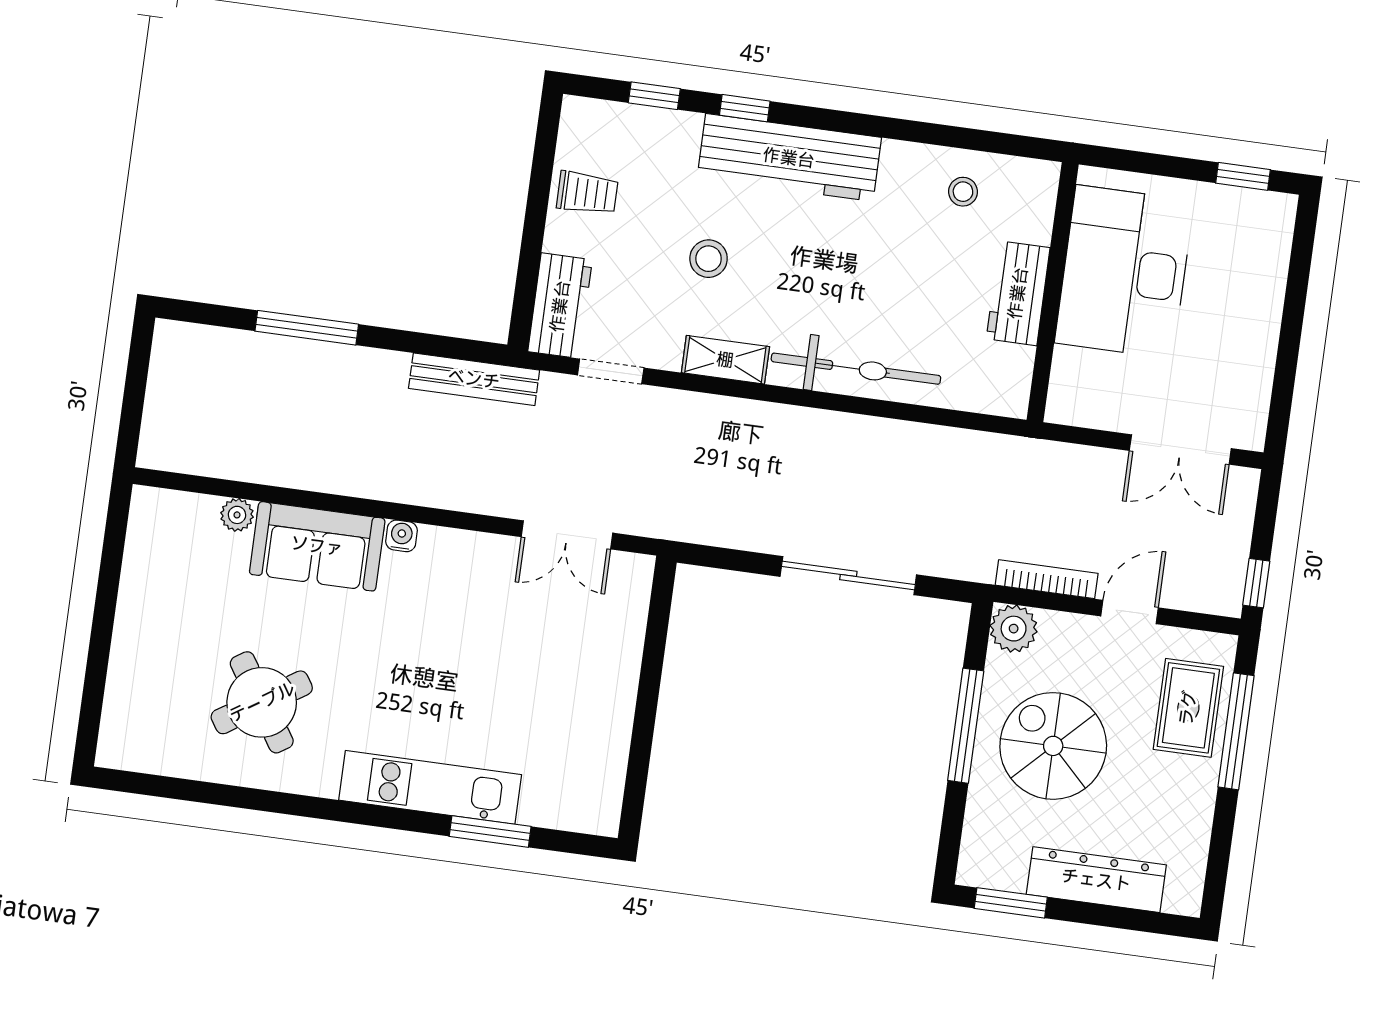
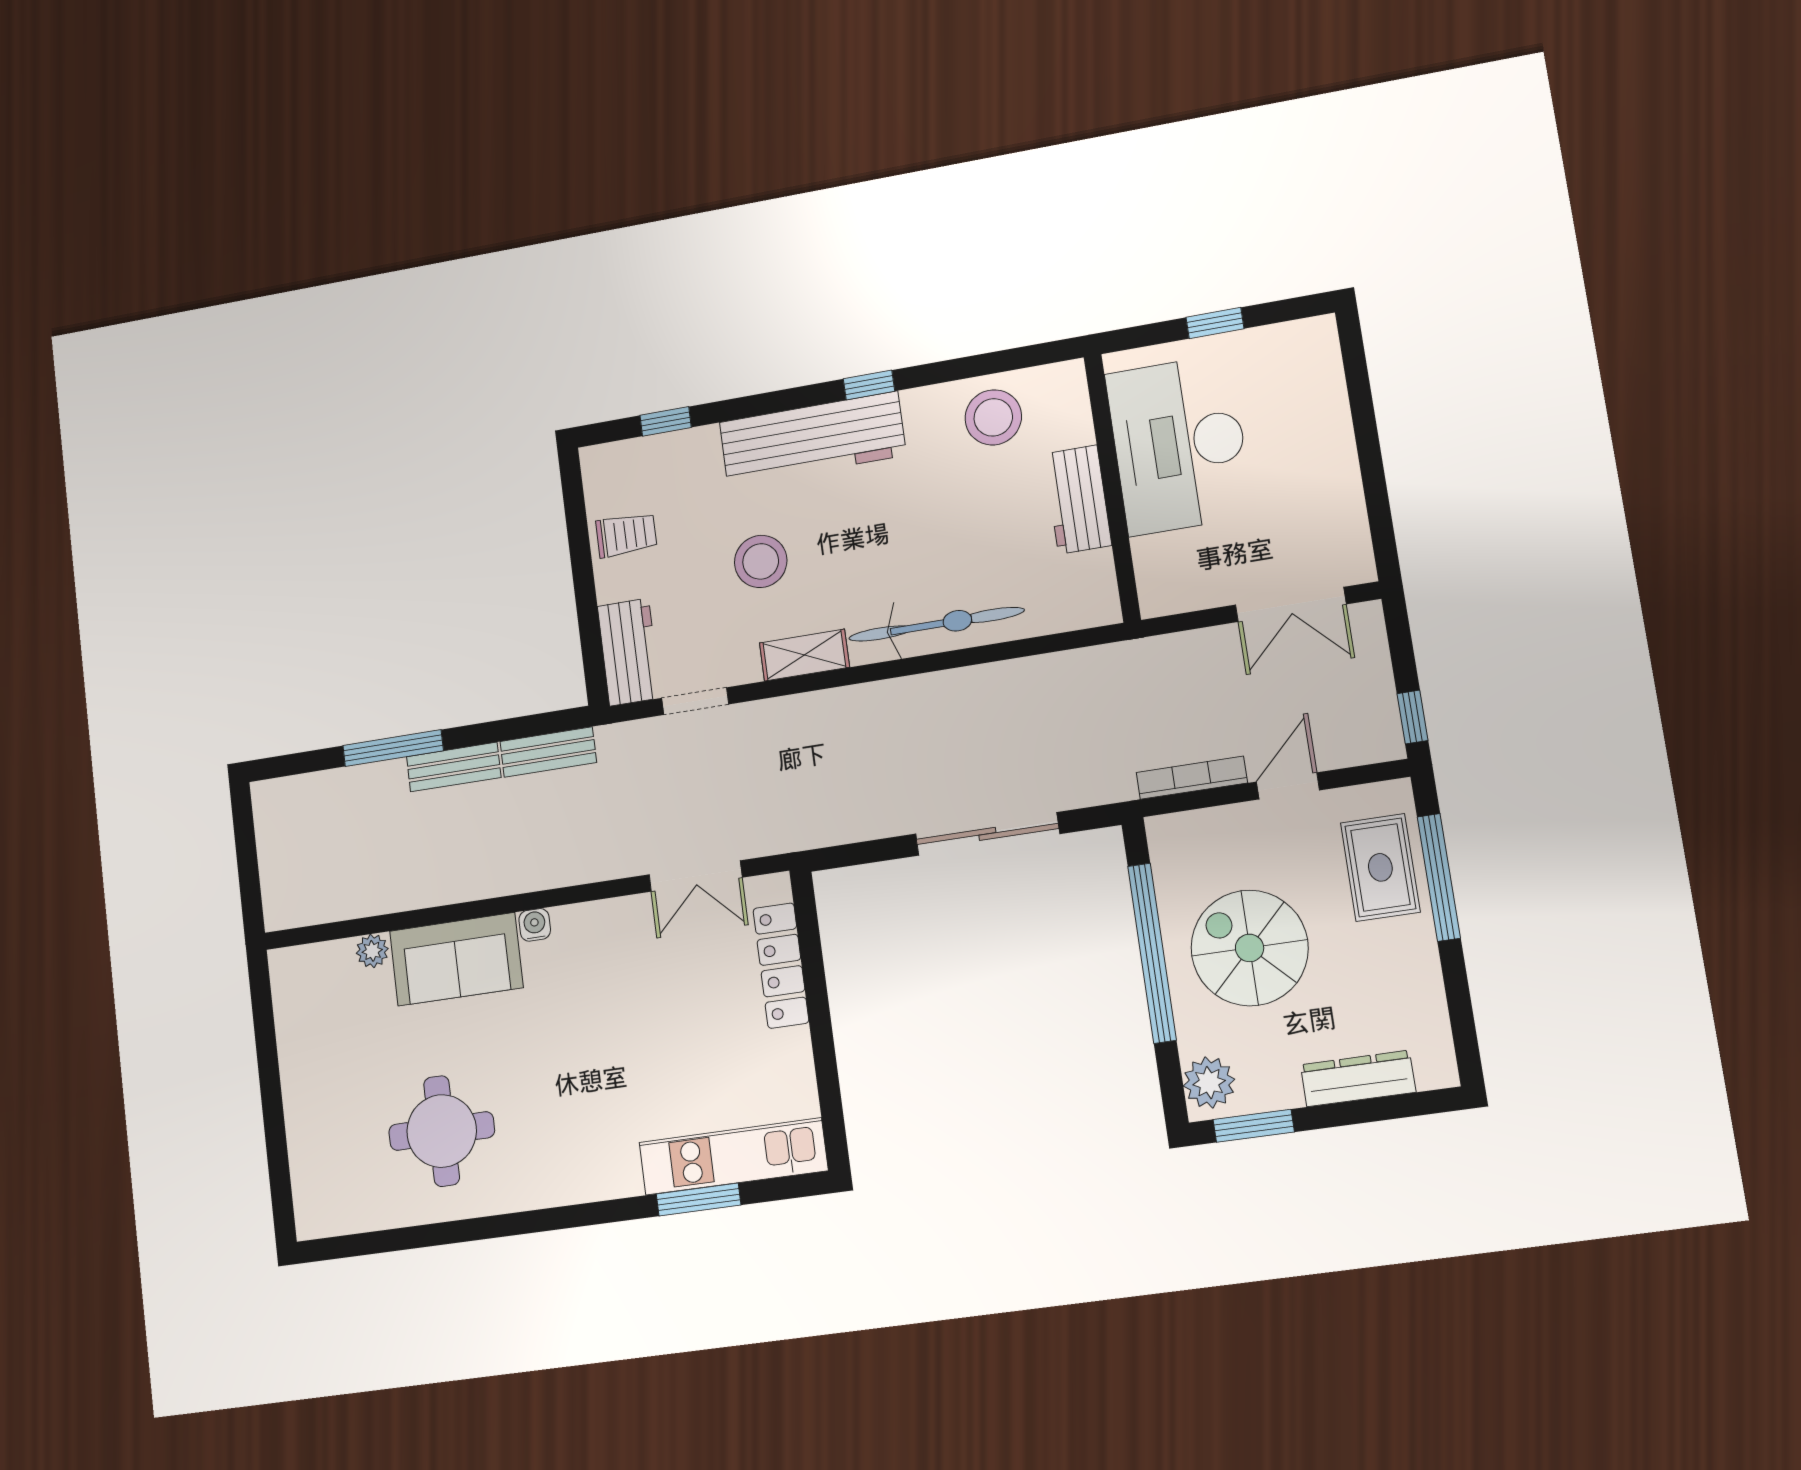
window: (745, 108) -> (869, 385), moved
window: (1243, 176) -> (1215, 323), moved
stool: (963, 192) -> (993, 417), width x1.89, depth x1.89
stool: (709, 259) -> (761, 561), width x1.38, depth x1.38
bench: (362, 364) -> (454, 767), added
bench: (474, 379) -> (548, 752), width x0.73
plant: (1014, 629) -> (1209, 1083), moved
locker: (625, 640) -> (781, 966), added
round table: (262, 702) -> (442, 1131), turned 33
window: (966, 726) -> (1152, 953), width x1.46
kitchen unit: (430, 787) -> (733, 1157), moved
dresser: (1096, 880) -> (1358, 1078), width x0.73, depth x0.80

